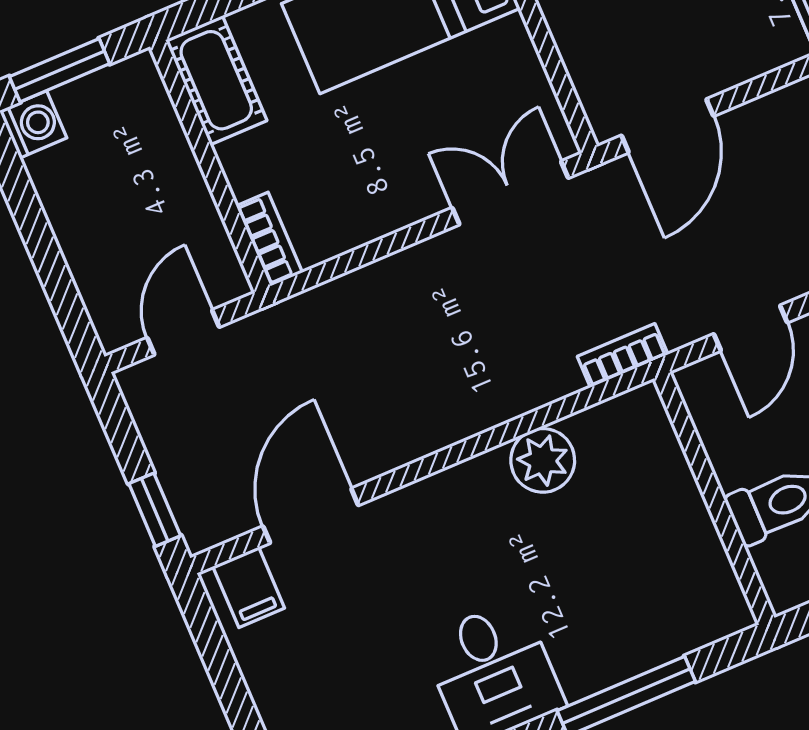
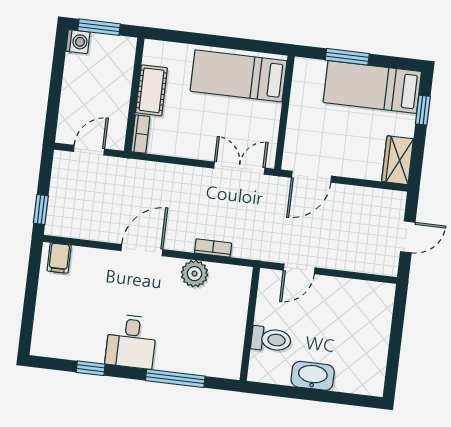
cot: (216, 80) -> (152, 90), moved
bookcase: (623, 355) -> (213, 248), moved
door: (311, 516) -> (142, 250), moved

